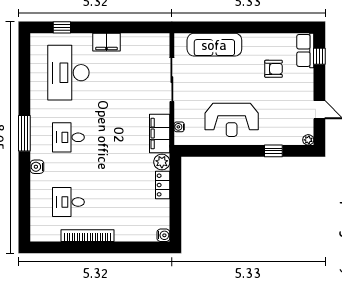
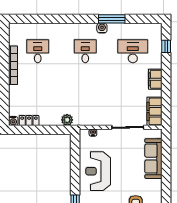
desk: (68, 73) -> (133, 51), width x0.73, depth x0.77
window: (24, 133) -> (112, 19), moved
filing cabinet: (160, 134) -> (155, 111), moved, turned -90
water cooler: (37, 167) -> (102, 28), moved
locker: (163, 185) -> (29, 121), moved

